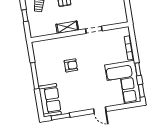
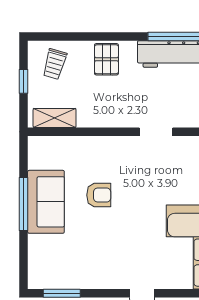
shelving: (67, 27) -> (55, 118), moved
sofa: (50, 100) -> (46, 202), moved

